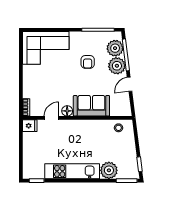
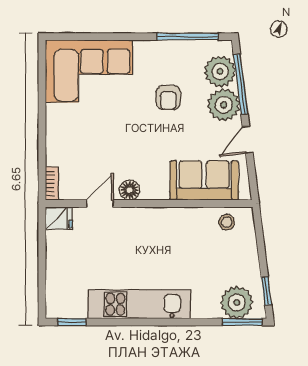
sofa: (91, 106) -> (204, 180), moved
plant: (109, 170) -> (237, 303), moved

